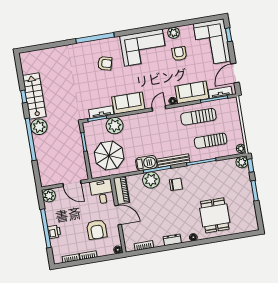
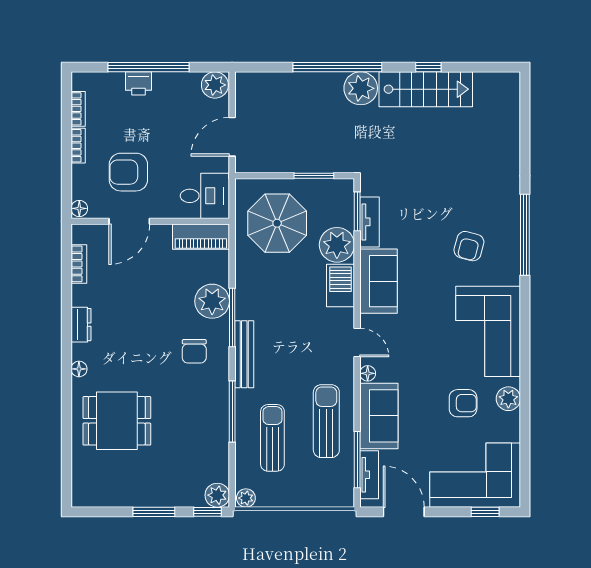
barbecue: (146, 163) -> (340, 286), moved, turned 180
door: (118, 215) -> (129, 221), moved

